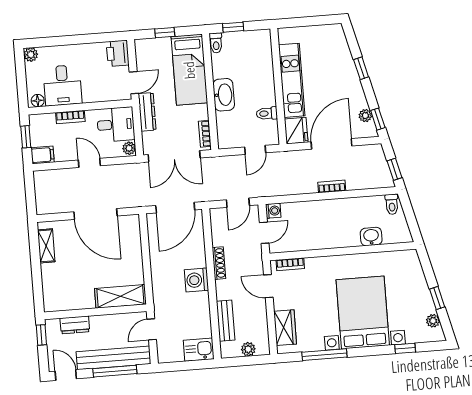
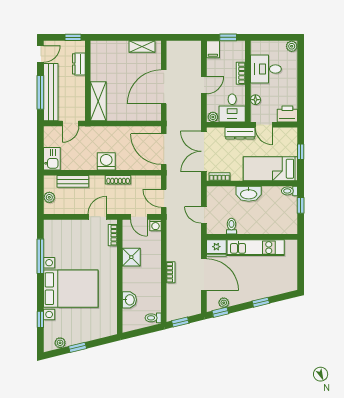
floor lamp: (38, 101) -> (255, 100), moved
shower: (316, 238) -> (131, 257), added
wardrobe: (285, 328) -> (64, 227), removed
door: (152, 329) -> (71, 123), swing flipped

